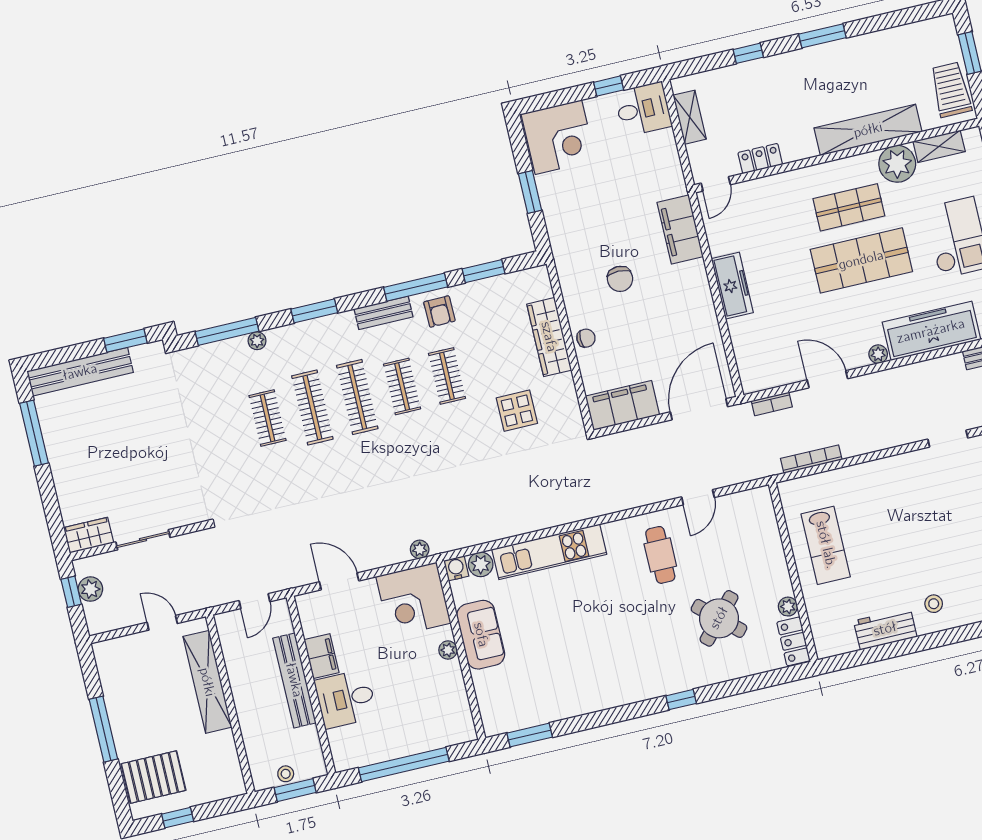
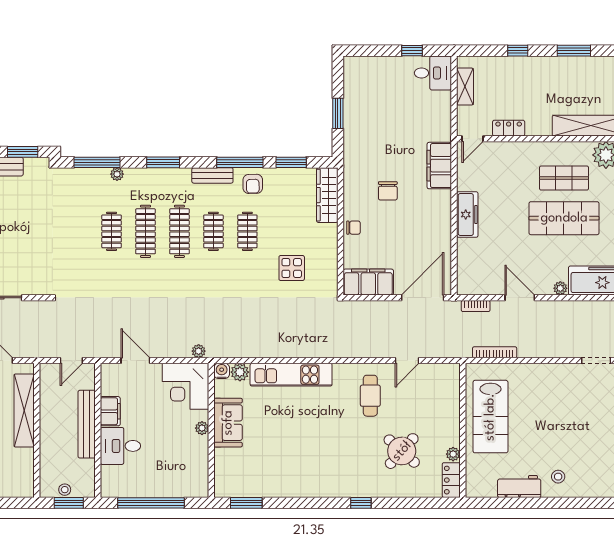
corner desk: (558, 137) -> (367, 79), removed
wardrobe: (549, 337) -> (327, 195), moved
lab bench: (826, 545) -> (490, 417), width x1.36, depth x1.39

